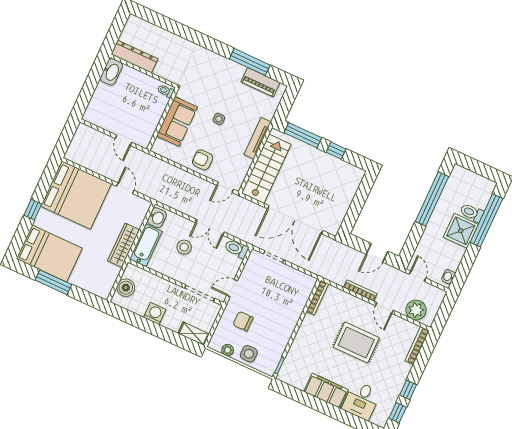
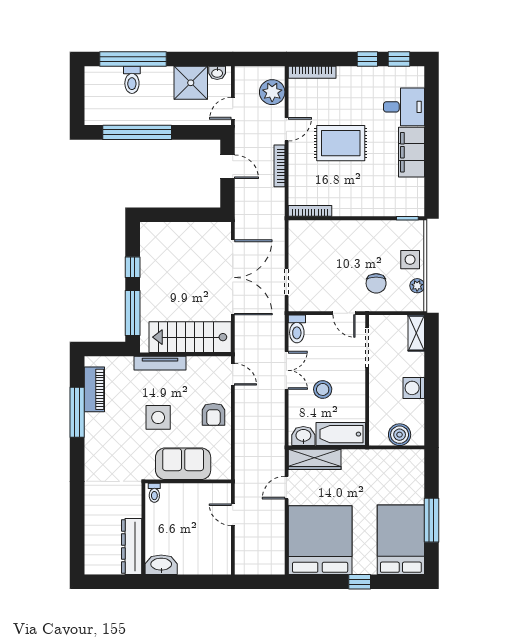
side table: (219, 119) -> (158, 417), width x1.87, depth x1.87
door: (124, 140) -> (233, 515), swing flipped
shower: (461, 231) -> (191, 83), moved
wardrobe: (124, 245) -> (315, 459), moved
rug: (356, 342) -> (341, 143), turned 90

